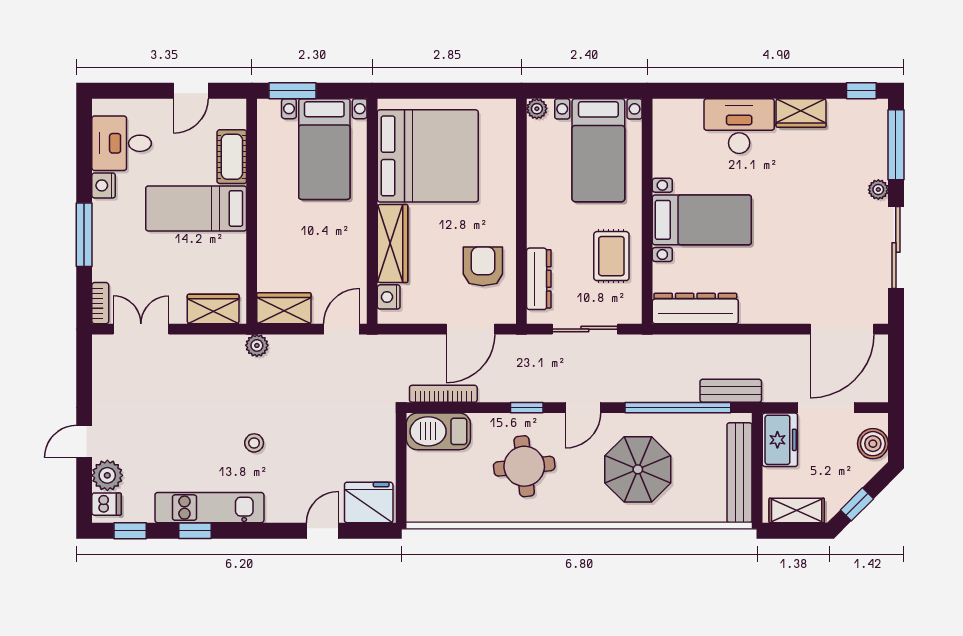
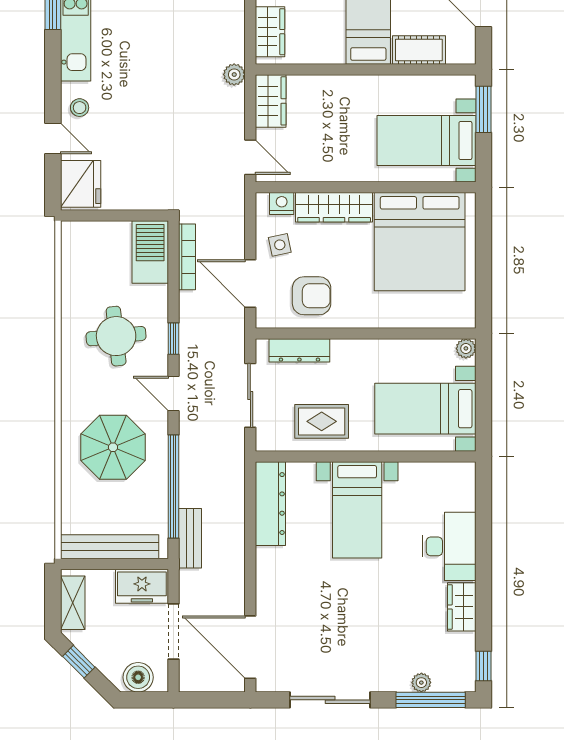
plant: (878, 190) -> (421, 683), moved
side table: (431, 299) -> (280, 245), added
stool: (254, 443) -> (80, 108), moved

